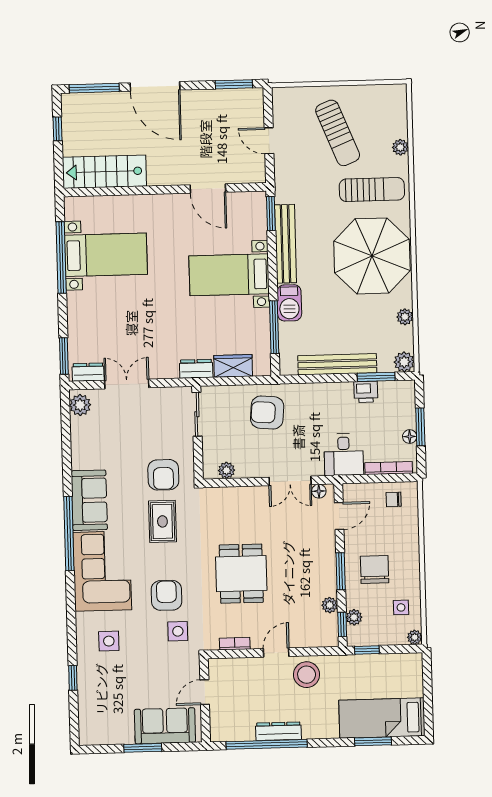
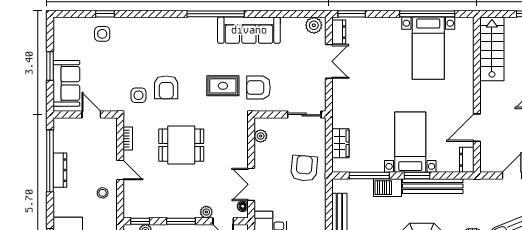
window: (271, 214) -> (417, 175), moved
dresser: (196, 369) -> (467, 160), moved, turned 180
sofa: (89, 500) -> (249, 30), width x1.36
corner sofa: (102, 571) -> (186, 39), removed
armchair: (166, 595) -> (166, 87), turned 90
plant: (330, 605) -> (206, 212), moved
side table: (109, 641) -> (102, 34), moved
stool: (307, 675) -> (103, 193), width x0.53, depth x0.53

